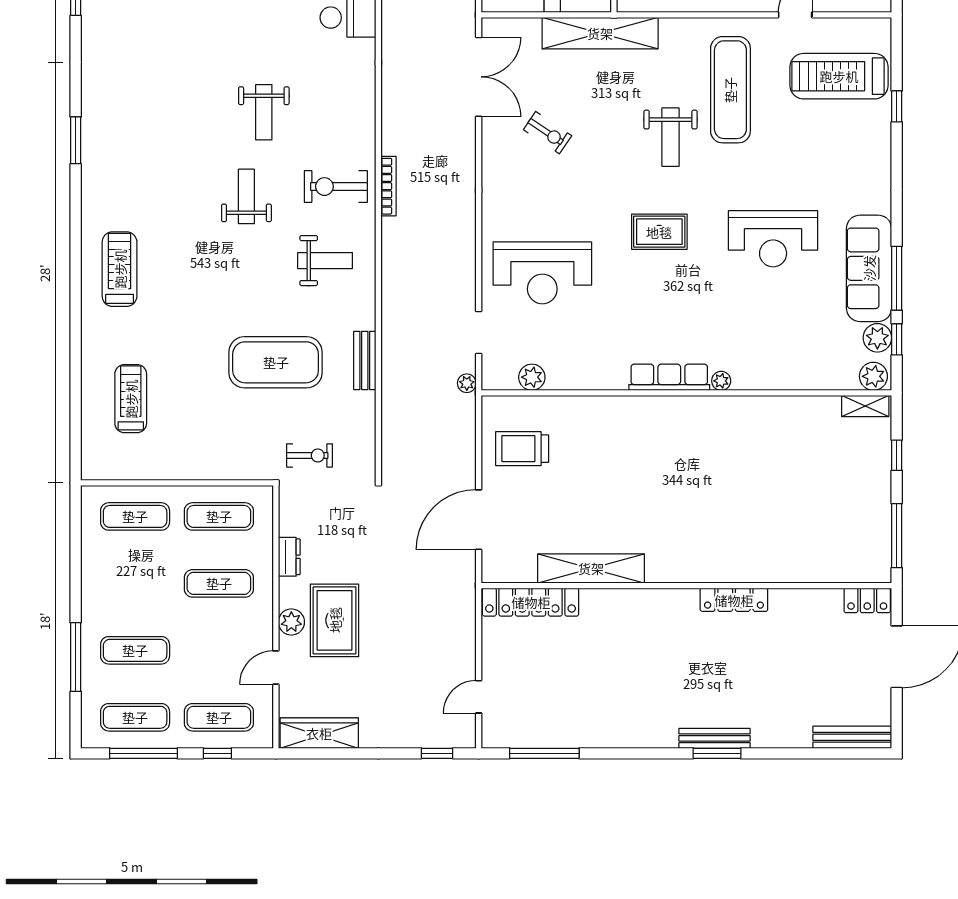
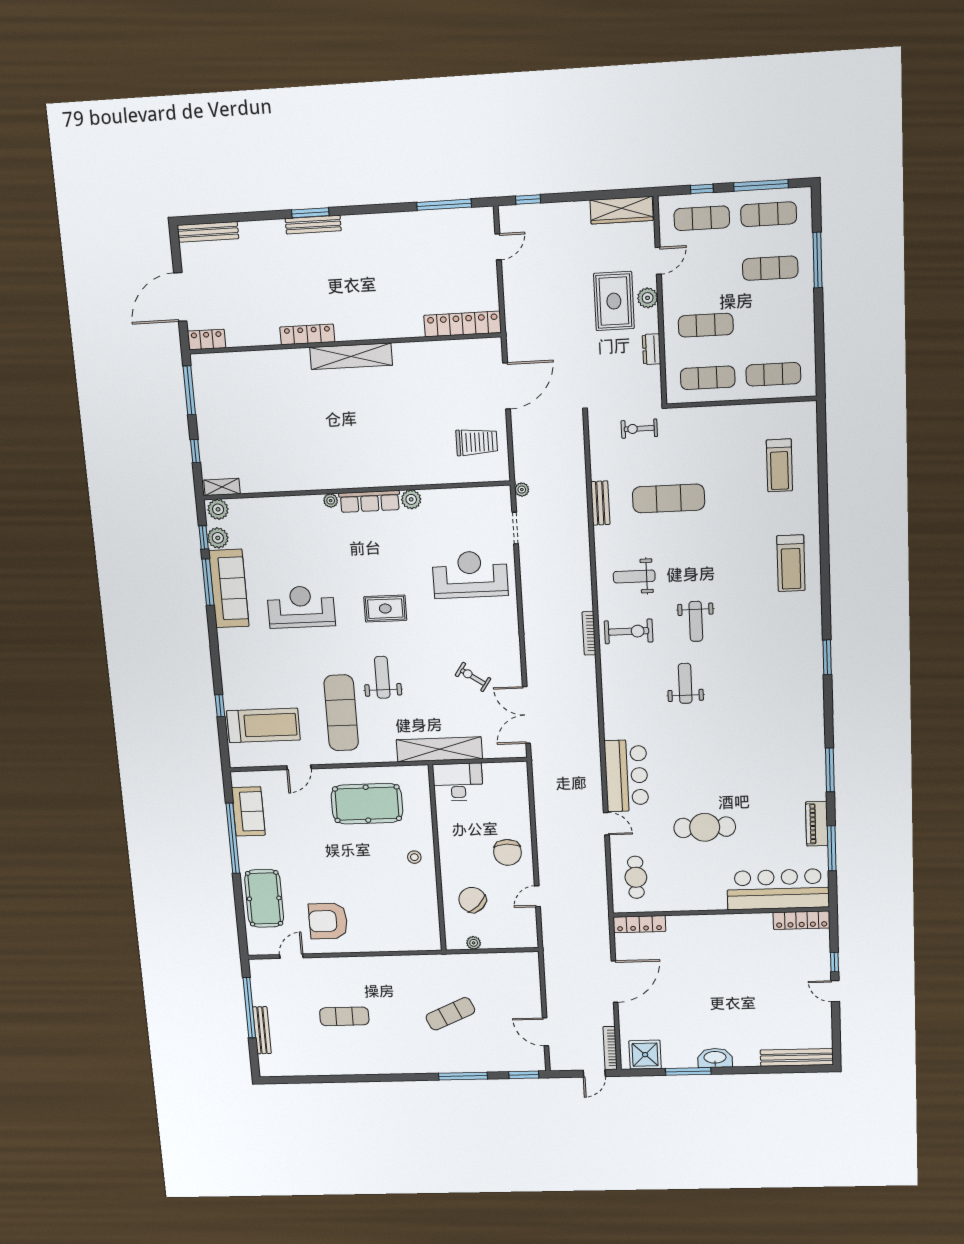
exercise mat: (276, 362) -> (669, 498), width x0.68
plant: (532, 377) -> (411, 499), moved
shelving: (591, 568) -> (351, 356), moved

